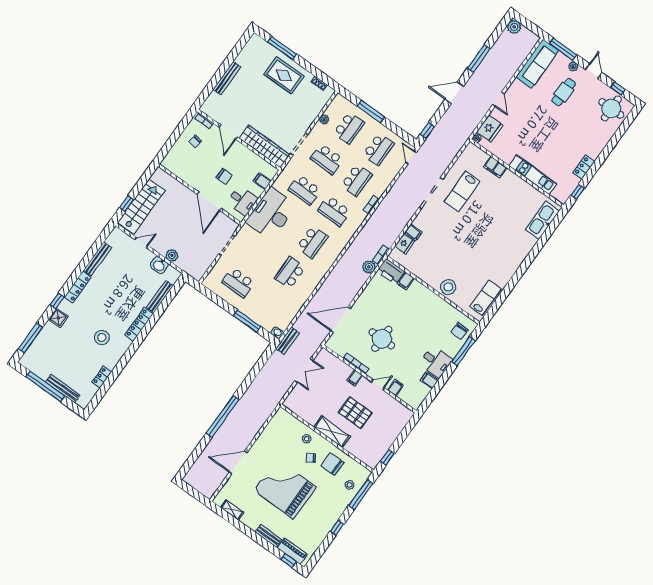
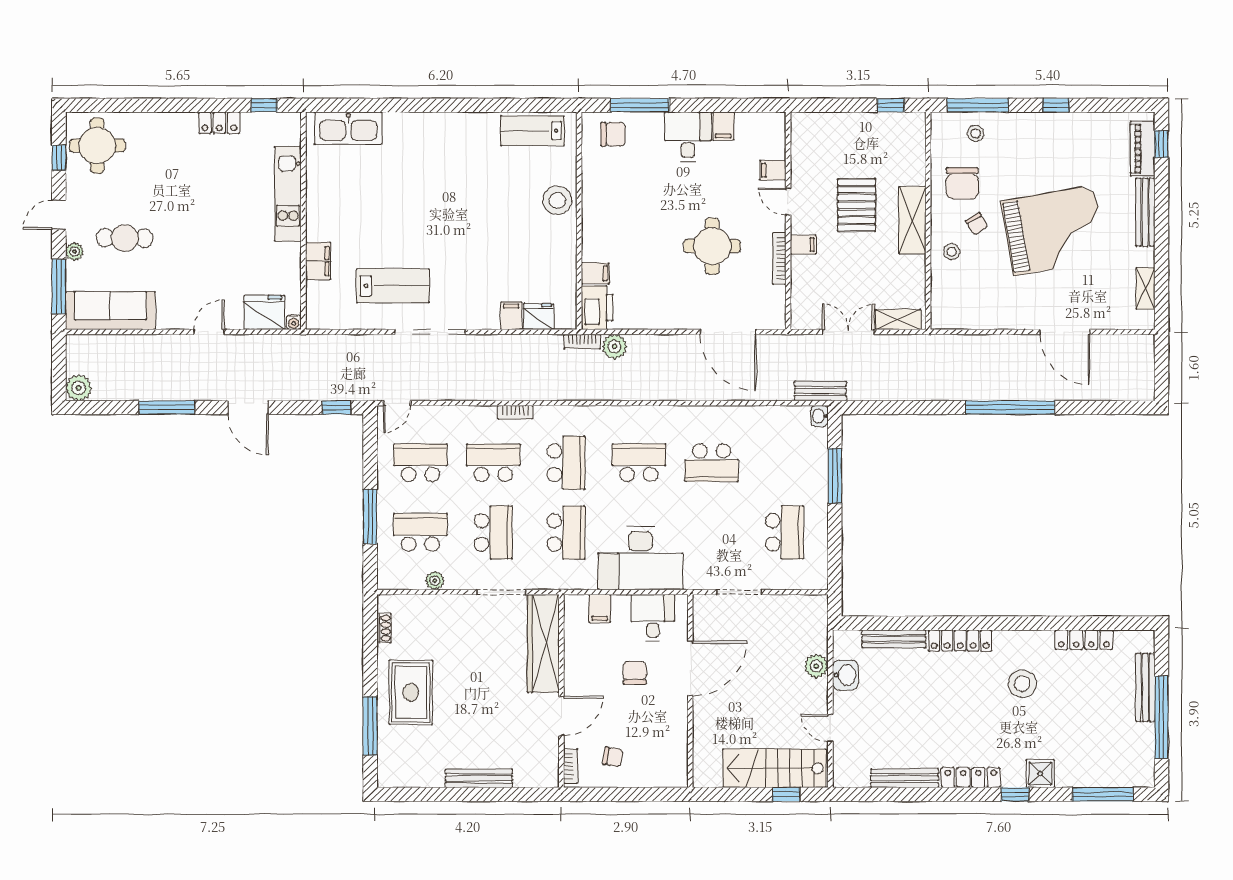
locker: (102, 377) -> (1084, 640), width x1.53
shelving: (294, 395) -> (898, 320), added
grand piano: (285, 489) -> (1054, 230), turned -100
bench: (268, 536) -> (1145, 212), width x1.36

